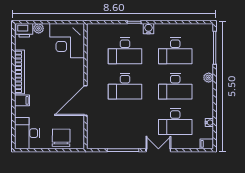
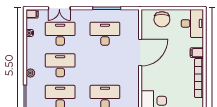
desk: (125, 86) -> (105, 34), moved
double door: (158, 150) -> (59, 8), moved

